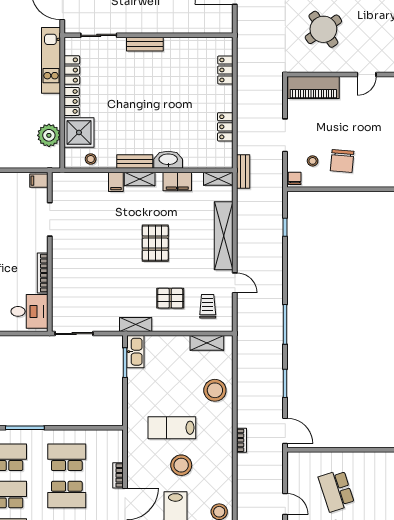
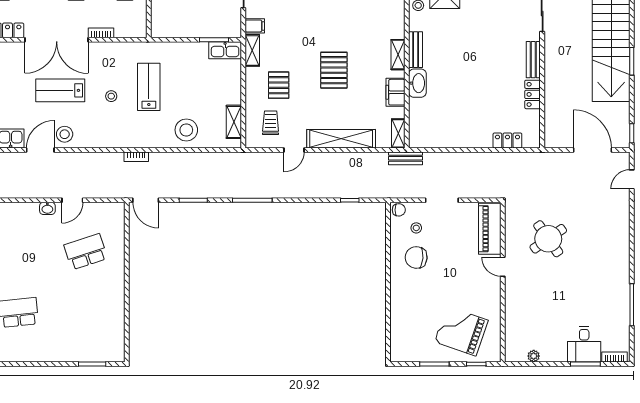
door: (367, 75) -> (503, 267), moved
locker: (225, 127) -> (533, 94), moved, turned -90
filing cabinet: (116, 182) -> (255, 26), moved, turned 180
pallet: (155, 243) -> (334, 70), turned 90
trolley: (208, 306) -> (271, 123), turned -90
door: (285, 431) -> (146, 200), hinge flipped
stool: (181, 465) -> (111, 96), width x0.53, depth x0.53

